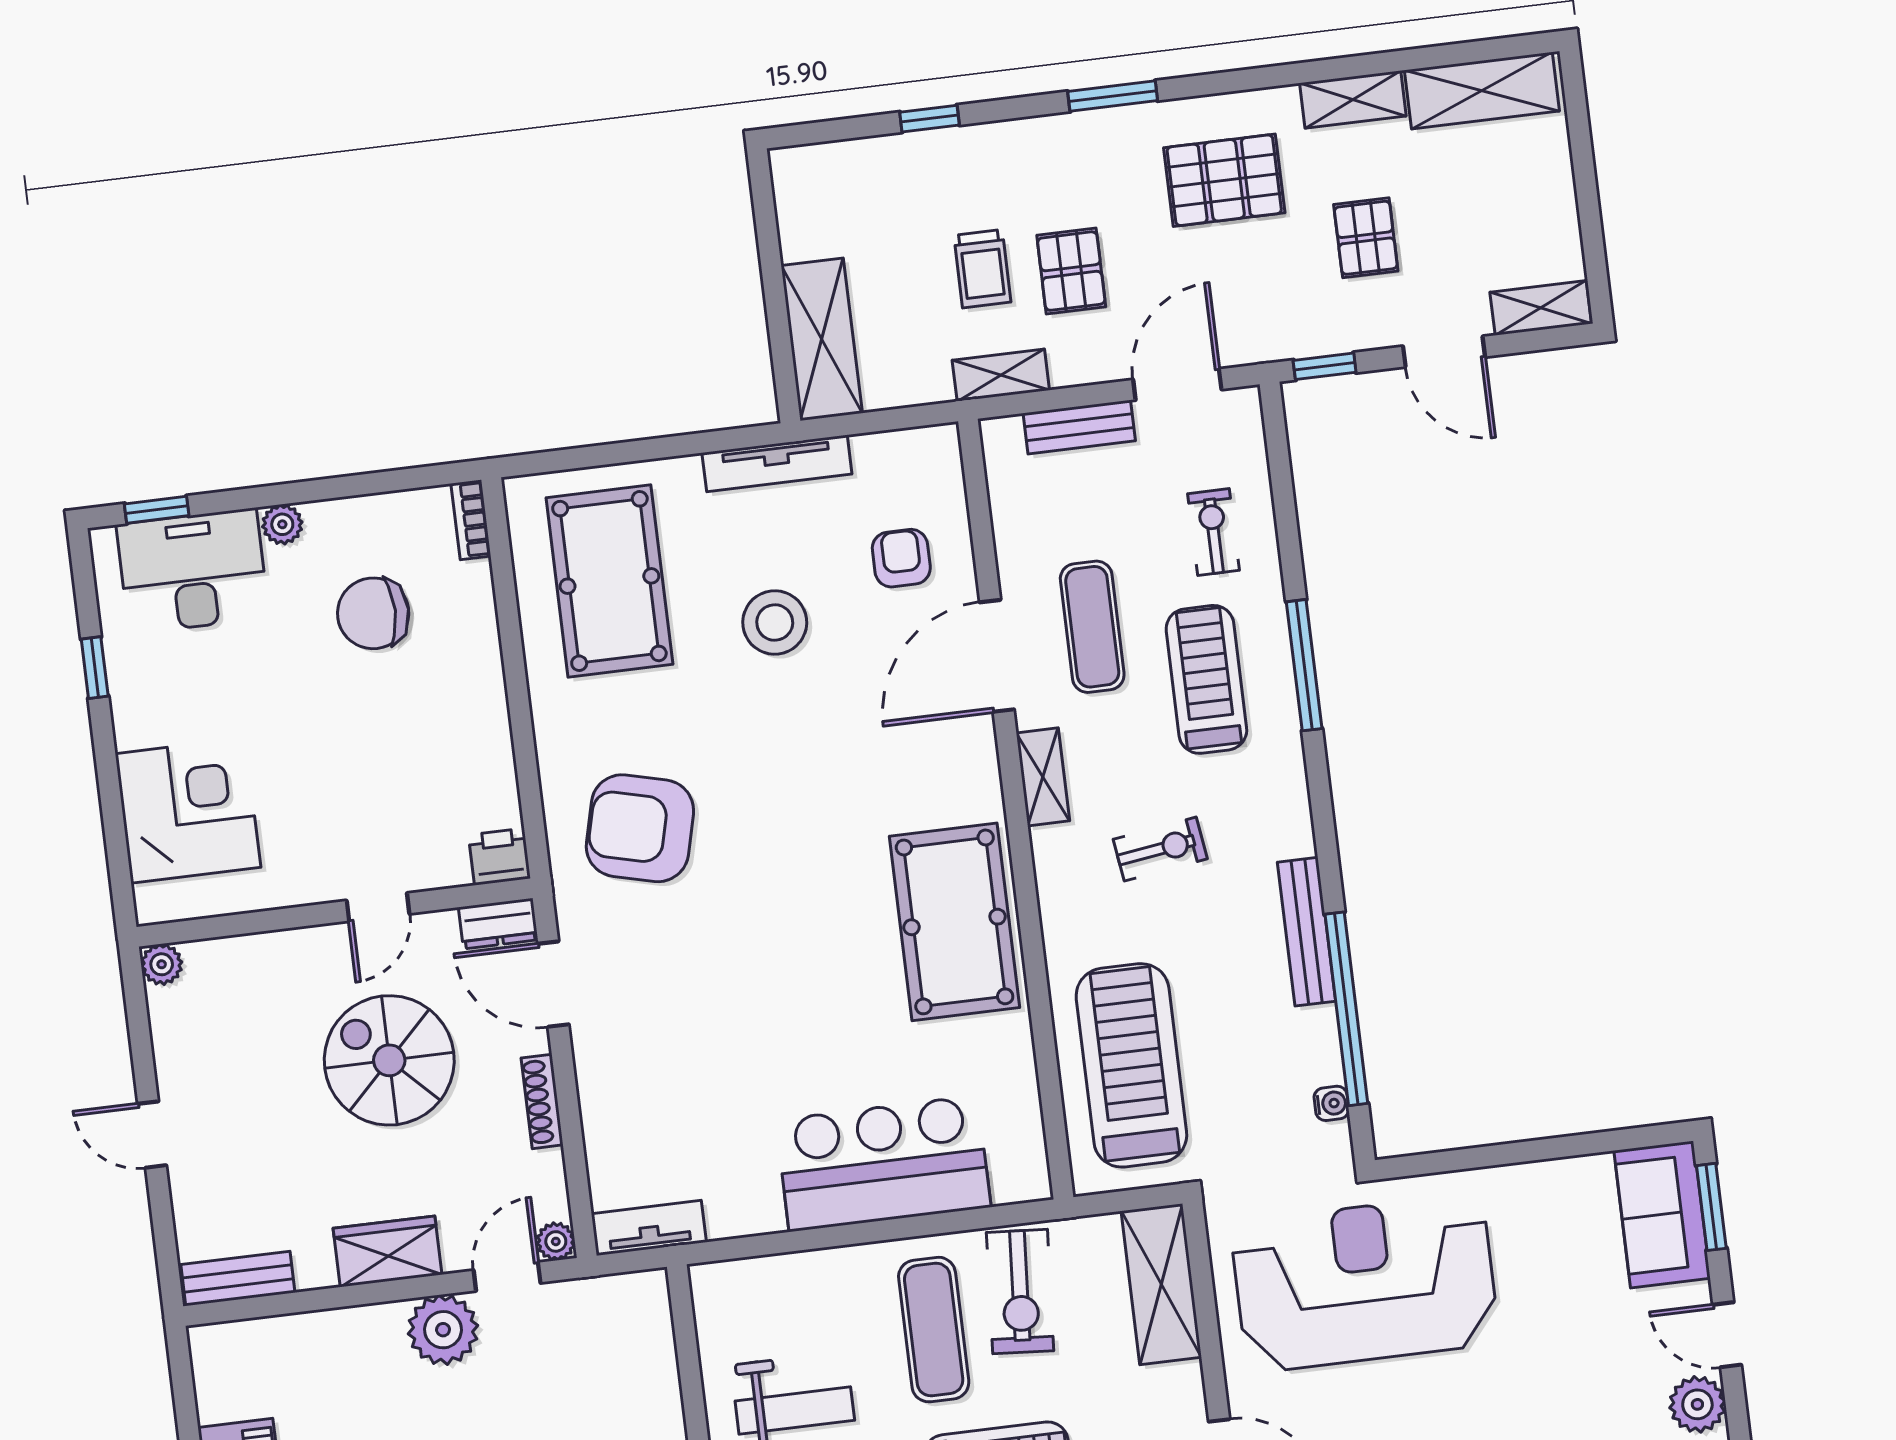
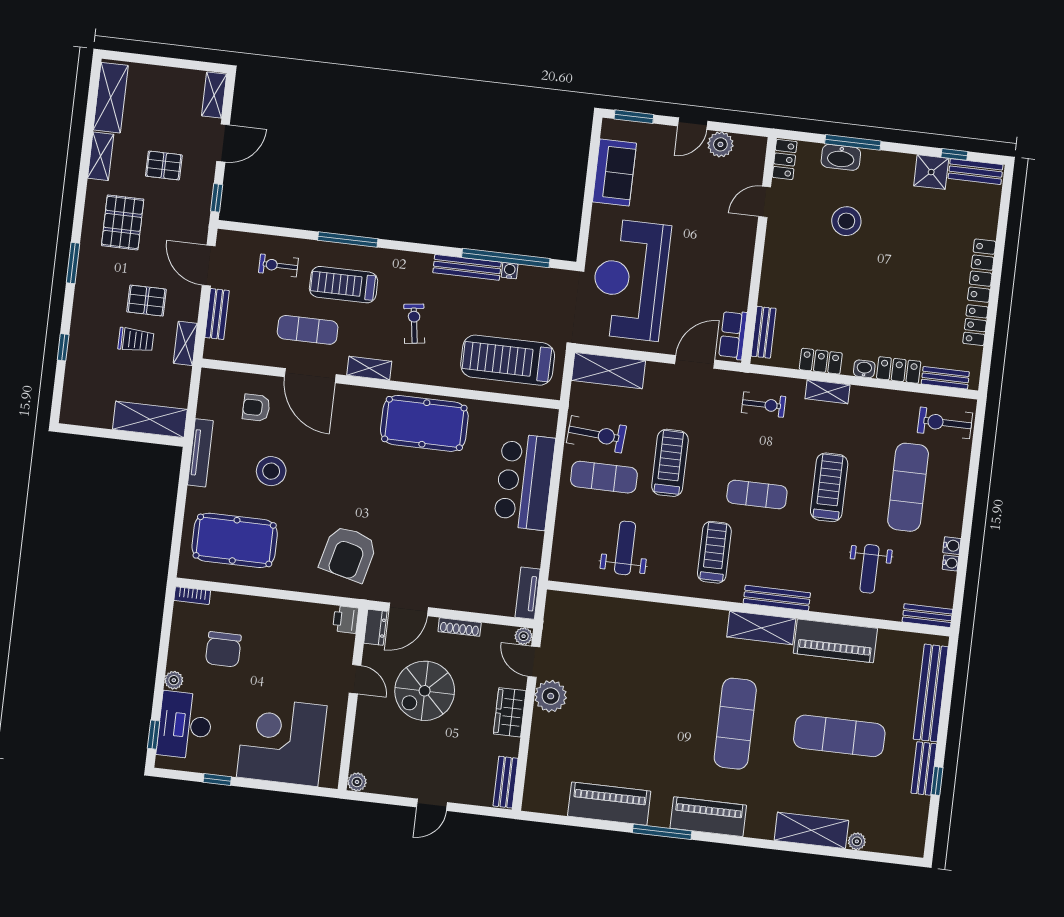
corner desk: (188, 811) -> (282, 741), width x1.36, depth x1.36
water cooler: (1331, 1103) -> (510, 271), moved
sofa: (1662, 1214) -> (614, 172), moved, turned -90

